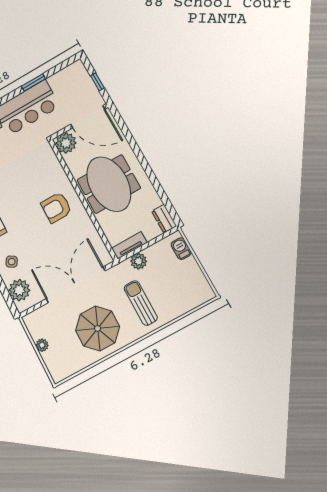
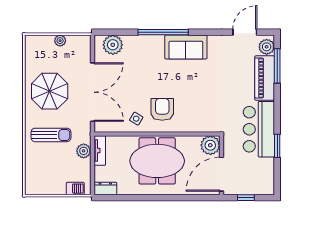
side table: (12, 262) -> (136, 119), moved

